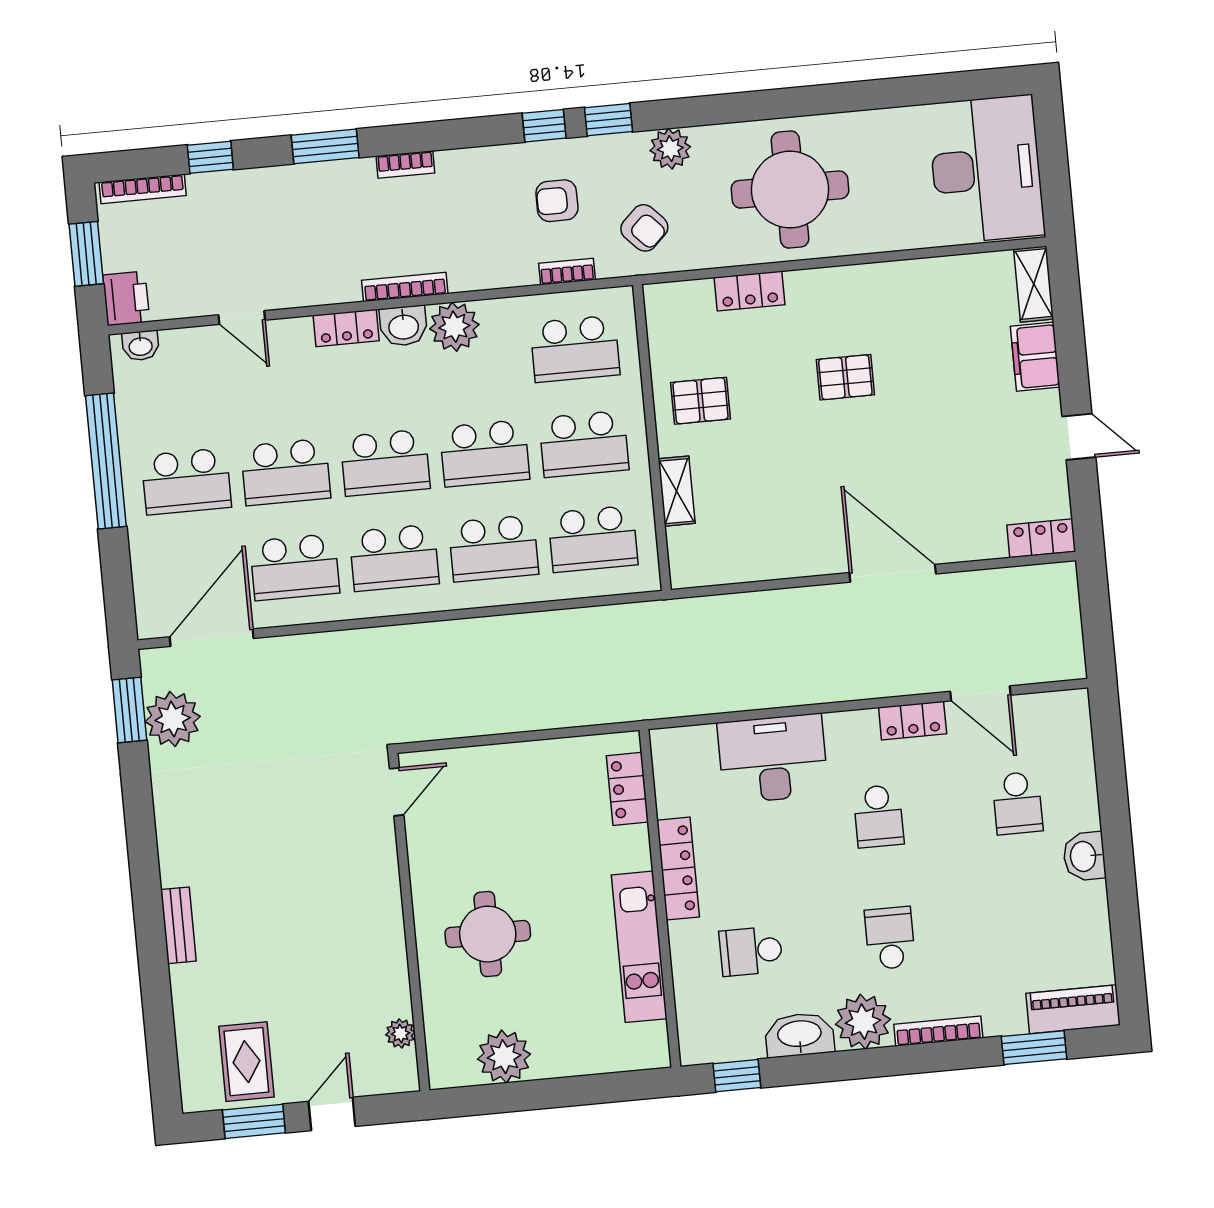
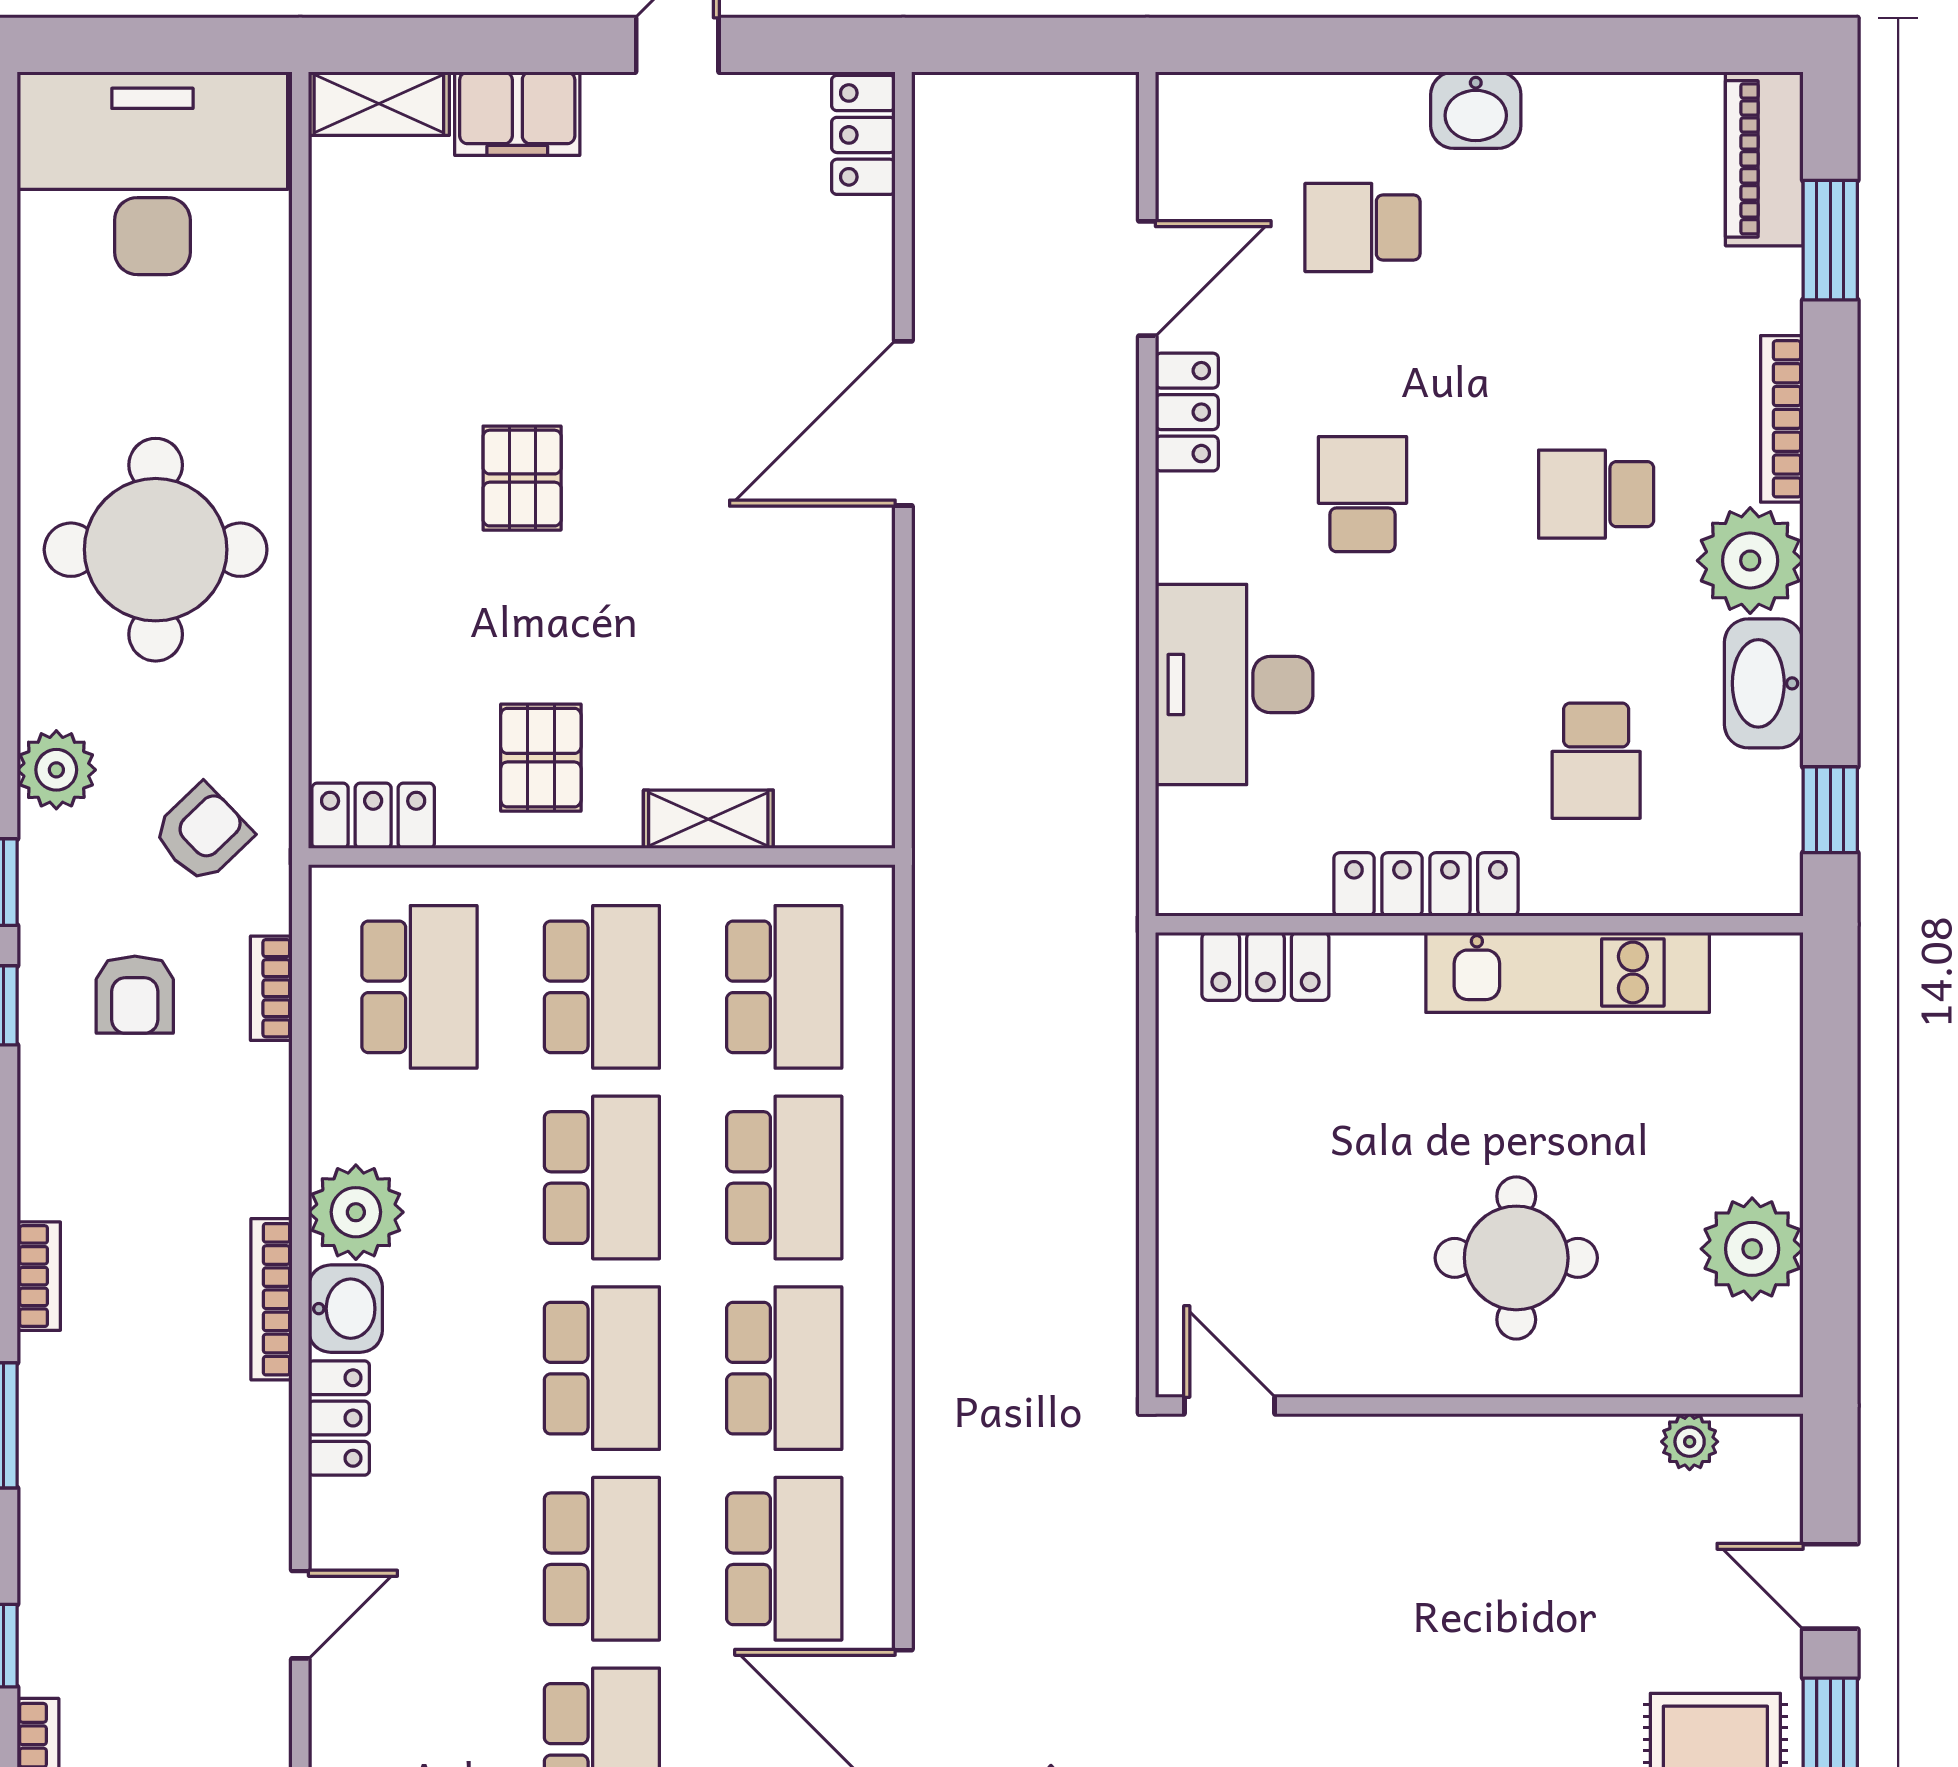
locker: (749, 291) -> (373, 816), moved, turned -90
school desk: (1017, 803) -> (1362, 228), turned 180
school desk: (878, 816) -> (1362, 494), turned -90

